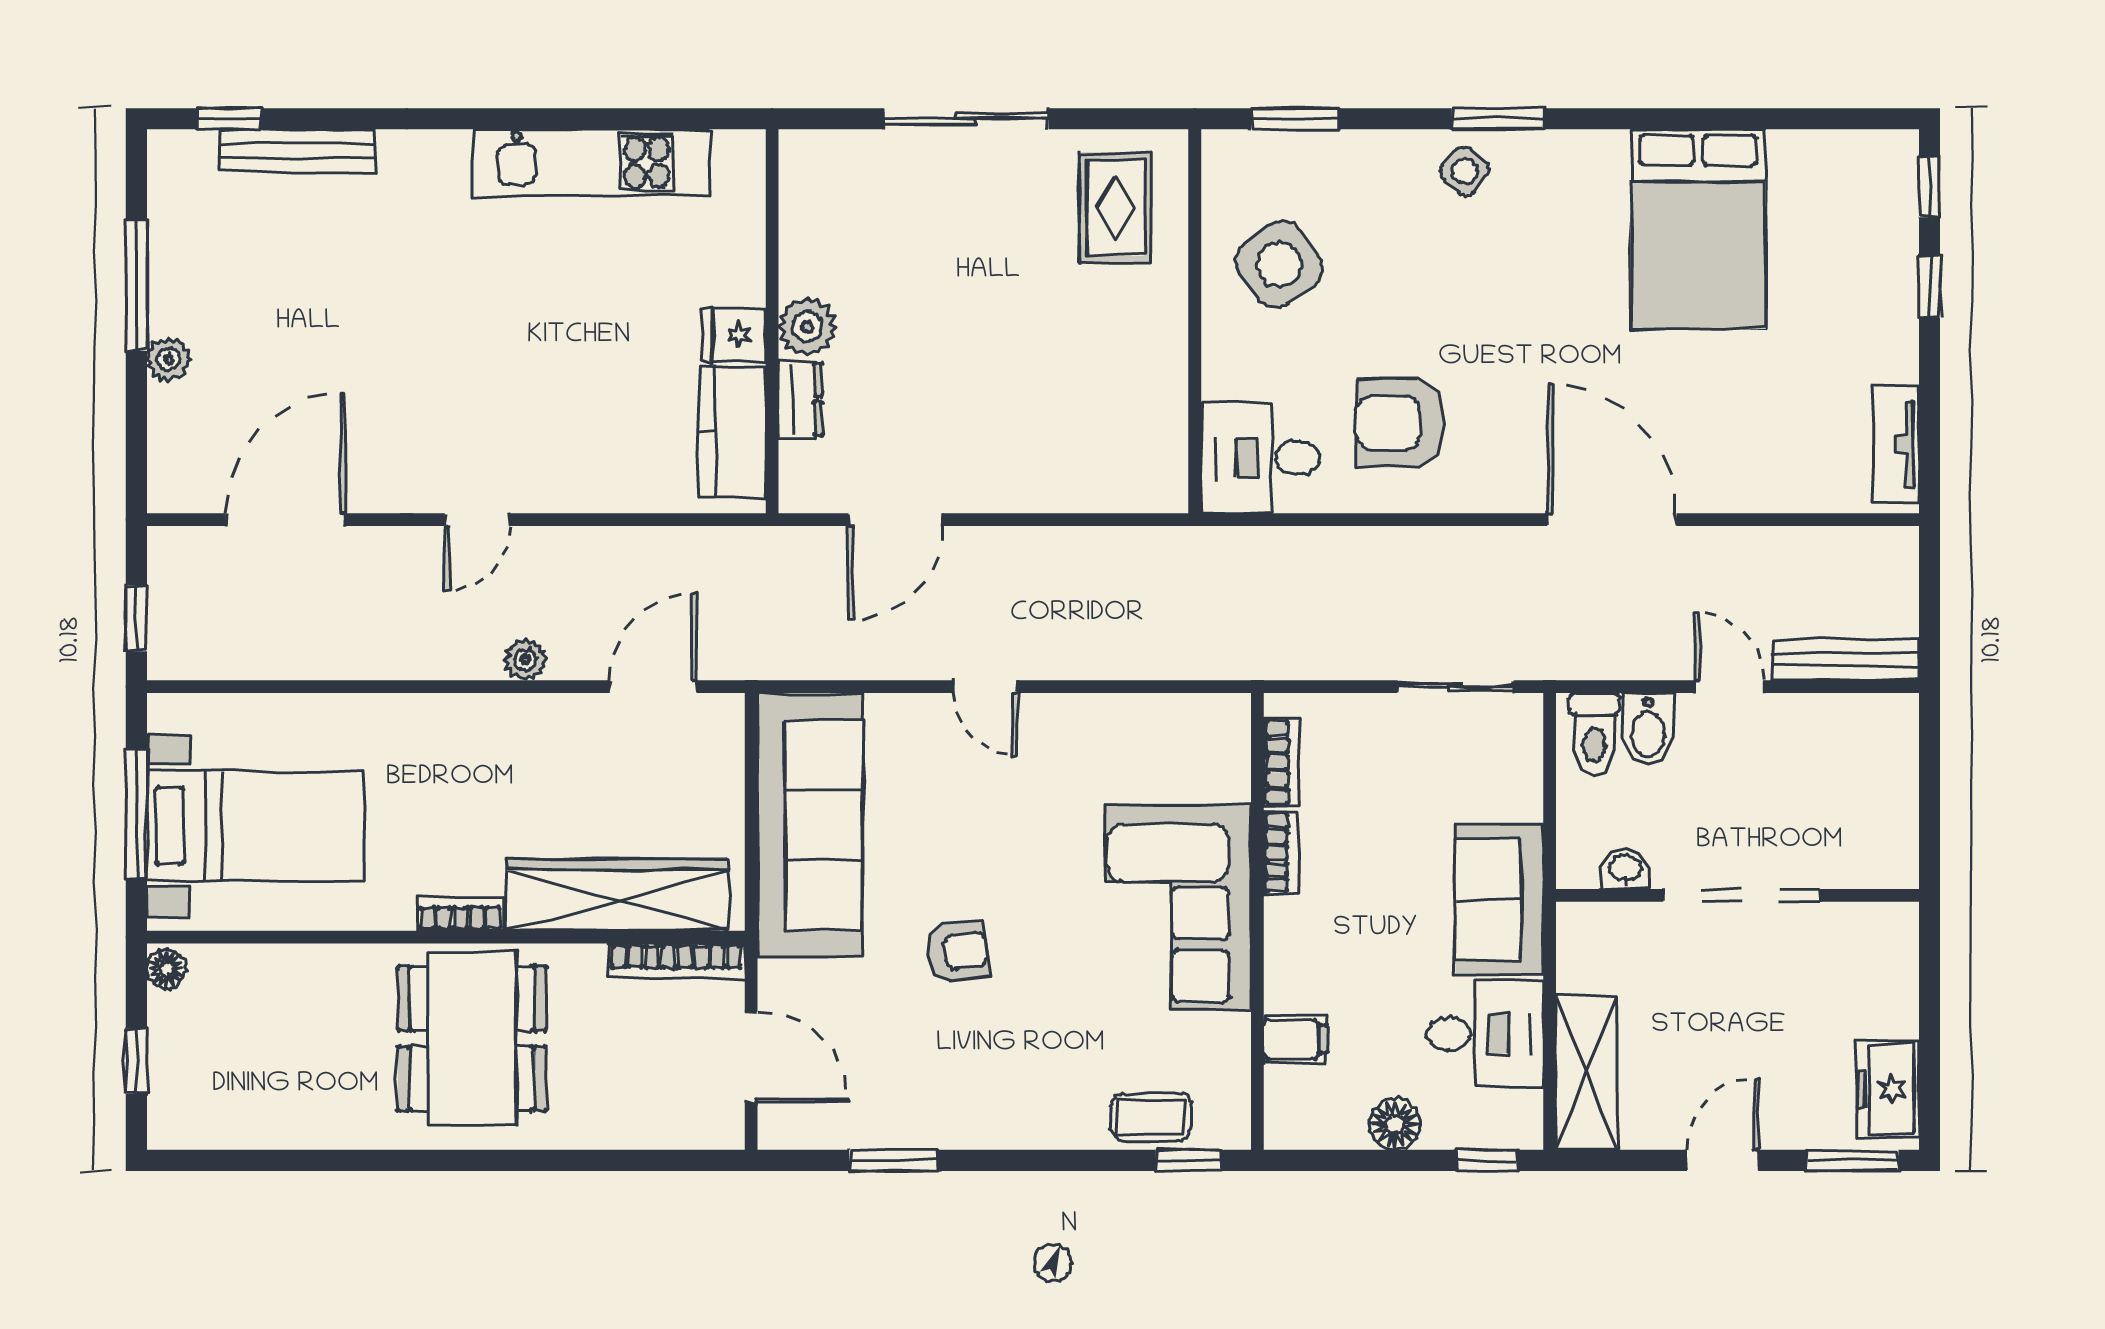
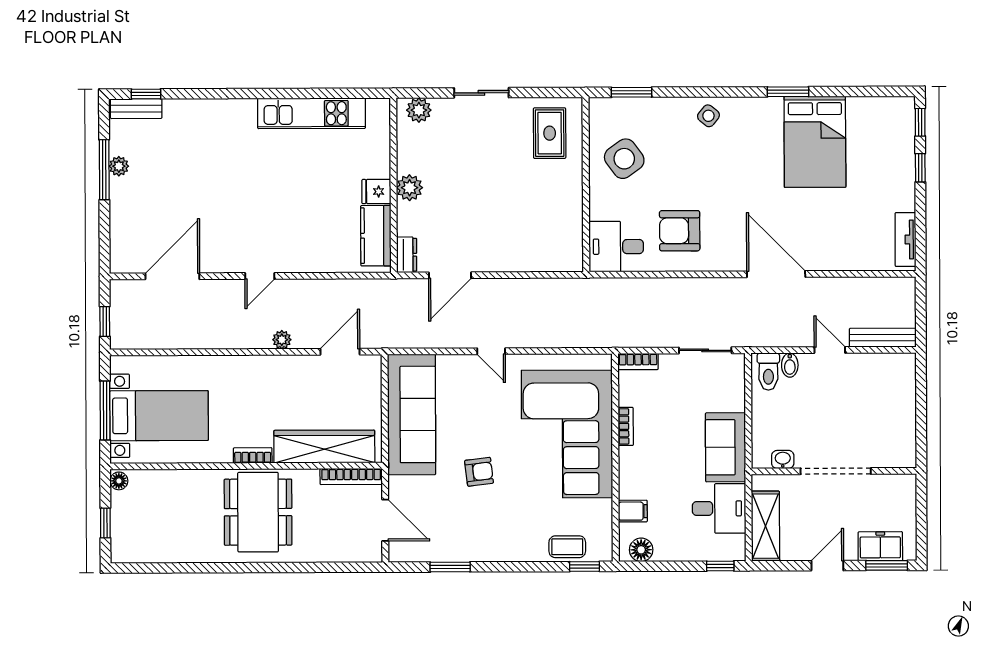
sliding door: (966, 119) -> (481, 93), width x0.73
window: (1497, 119) -> (788, 92), moved
bench: (297, 151) -> (136, 109), moved, width x0.73
plant: (828, 156) -> (419, 110), added
plant: (169, 359) -> (119, 166), moved
dresser: (800, 399) -> (407, 255), moved
bidet: (1648, 729) -> (790, 365), width x0.72, depth x0.74
bookcase: (1281, 763) -> (638, 362), moved, turned 90
washbasin: (1625, 869) -> (783, 459), moved
wall: (1737, 895) -> (834, 471), moved
doorway: (1741, 895) -> (836, 471), moved
corner sofa: (1178, 906) -> (567, 434), width x1.36, depth x1.36
freezer: (1887, 1089) -> (880, 546), moved, turned 90
floor lamp: (1395, 1124) -> (641, 550), moved

